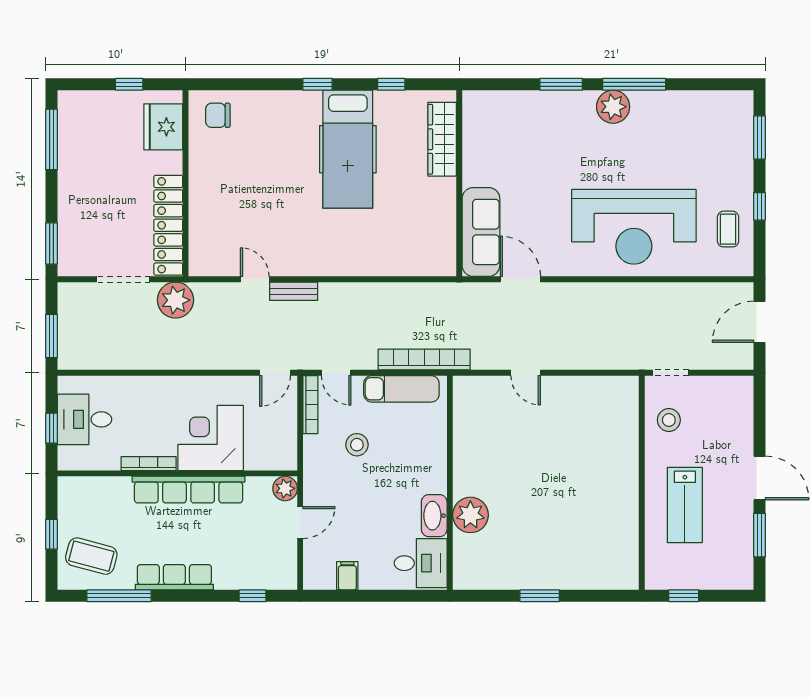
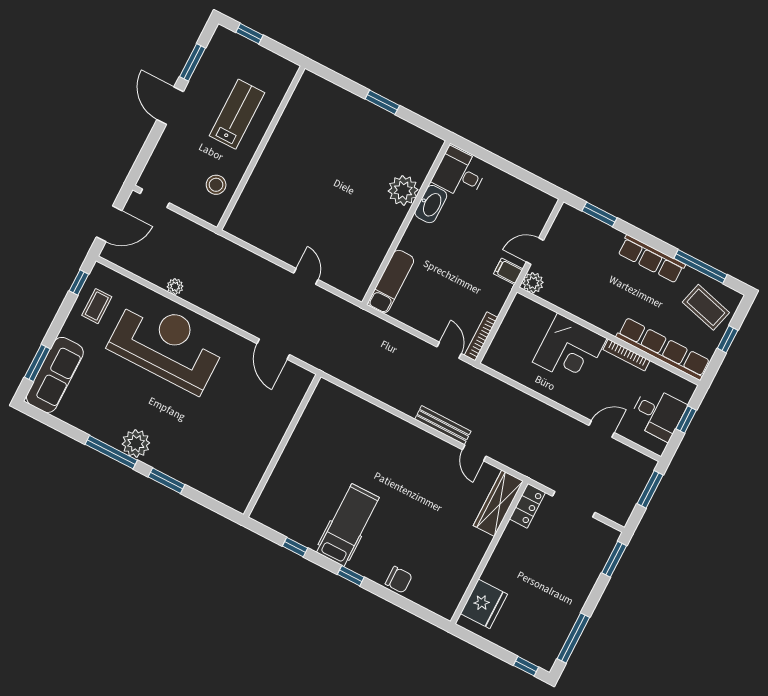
window: (129, 84) -> (526, 666), moved
chair: (218, 115) -> (399, 580), moved
wardrobe: (442, 139) -> (498, 503), moved, turned 180
hospital bed: (348, 149) -> (348, 525), width x0.73, depth x0.78
window: (759, 206) -> (79, 282), moved
locker: (168, 225) -> (527, 506), width x0.46, depth x0.83
sofa: (481, 232) -> (55, 375), moved, turned 180
bench: (294, 291) -> (443, 425), width x1.36
plant: (175, 300) -> (175, 287), moved, width x0.53, depth x0.53
bookcase: (424, 360) -> (377, 326), removed
door: (275, 373) -> (602, 429), moved
doorway: (671, 373) -> (155, 198), moved
exam couch: (401, 389) -> (391, 282), moved, turned 90
stool: (357, 445) -> (462, 288), removed
row of seats: (189, 490) -> (663, 349), moved
filing cabinet: (347, 576) -> (508, 271), moved, turned 90
window: (252, 596) -> (600, 214), width x1.50
window: (684, 596) -> (249, 34), moved

